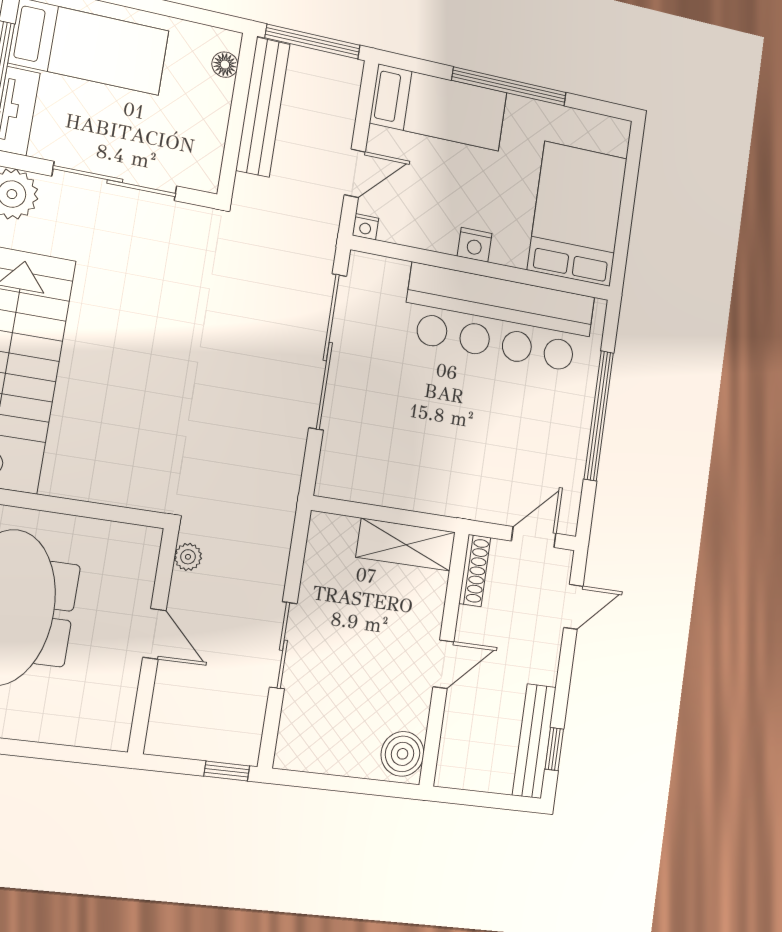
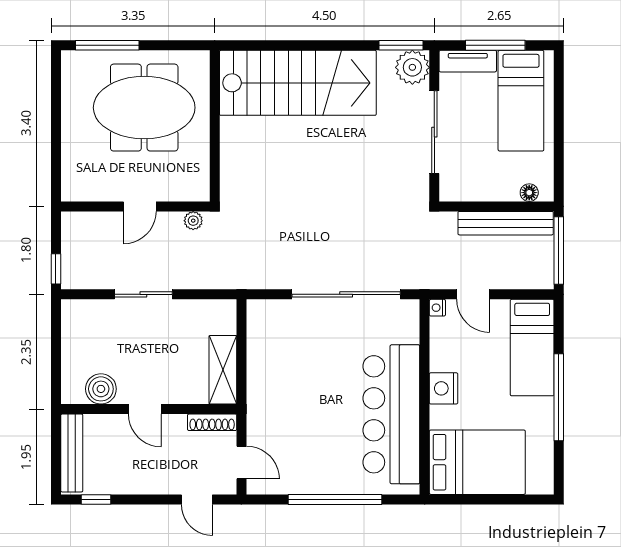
nightstand: (475, 245) -> (444, 388), width x1.36, depth x1.33
bench: (534, 741) -> (72, 453), moved, turned 90
boiler: (403, 754) -> (101, 389), moved

